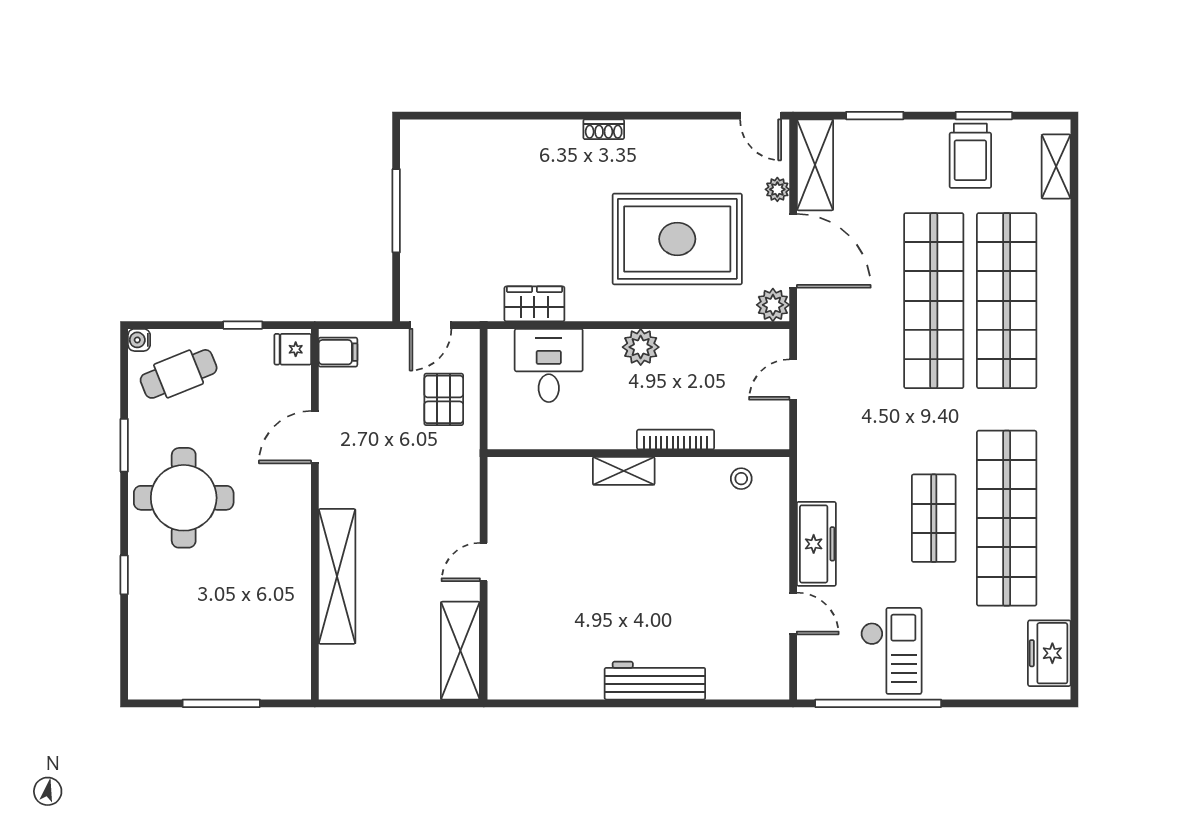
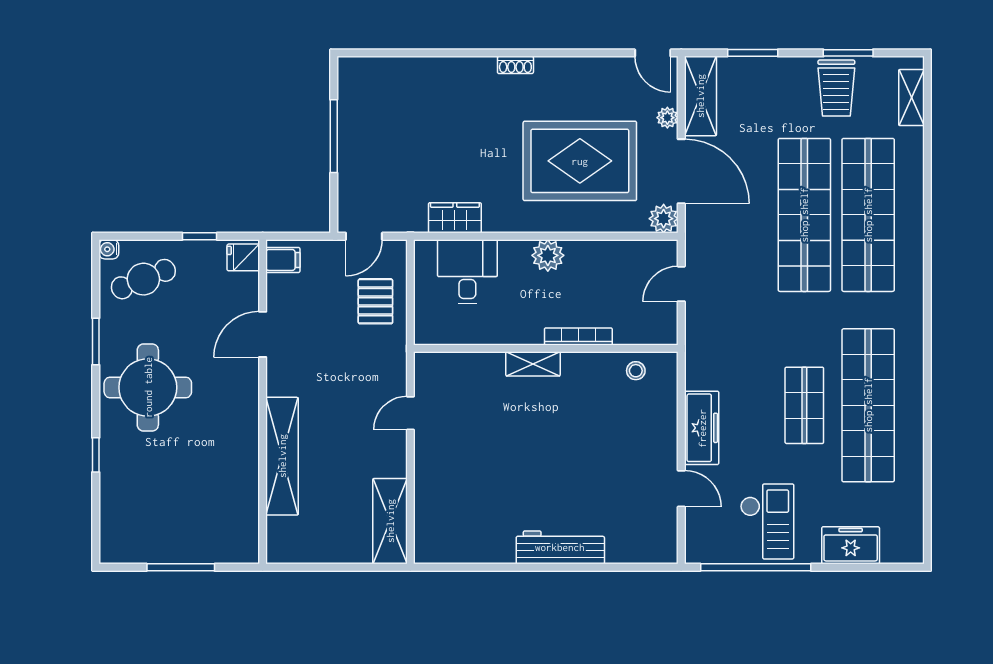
door: (484, 562) -> (410, 413), moved
freezer: (1049, 653) -> (851, 545), moved, turned 90

